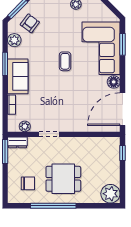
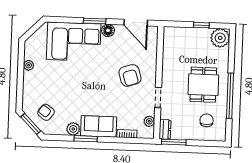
plant: (14, 40) -> (73, 129), moved
window: (122, 44) -> (95, 21), moved
coffee table: (65, 61) -> (85, 78), removed
armchair: (70, 106) -> (130, 75), added
door: (122, 109) -> (136, 23), width x0.73
window: (122, 153) -> (201, 25), moved

